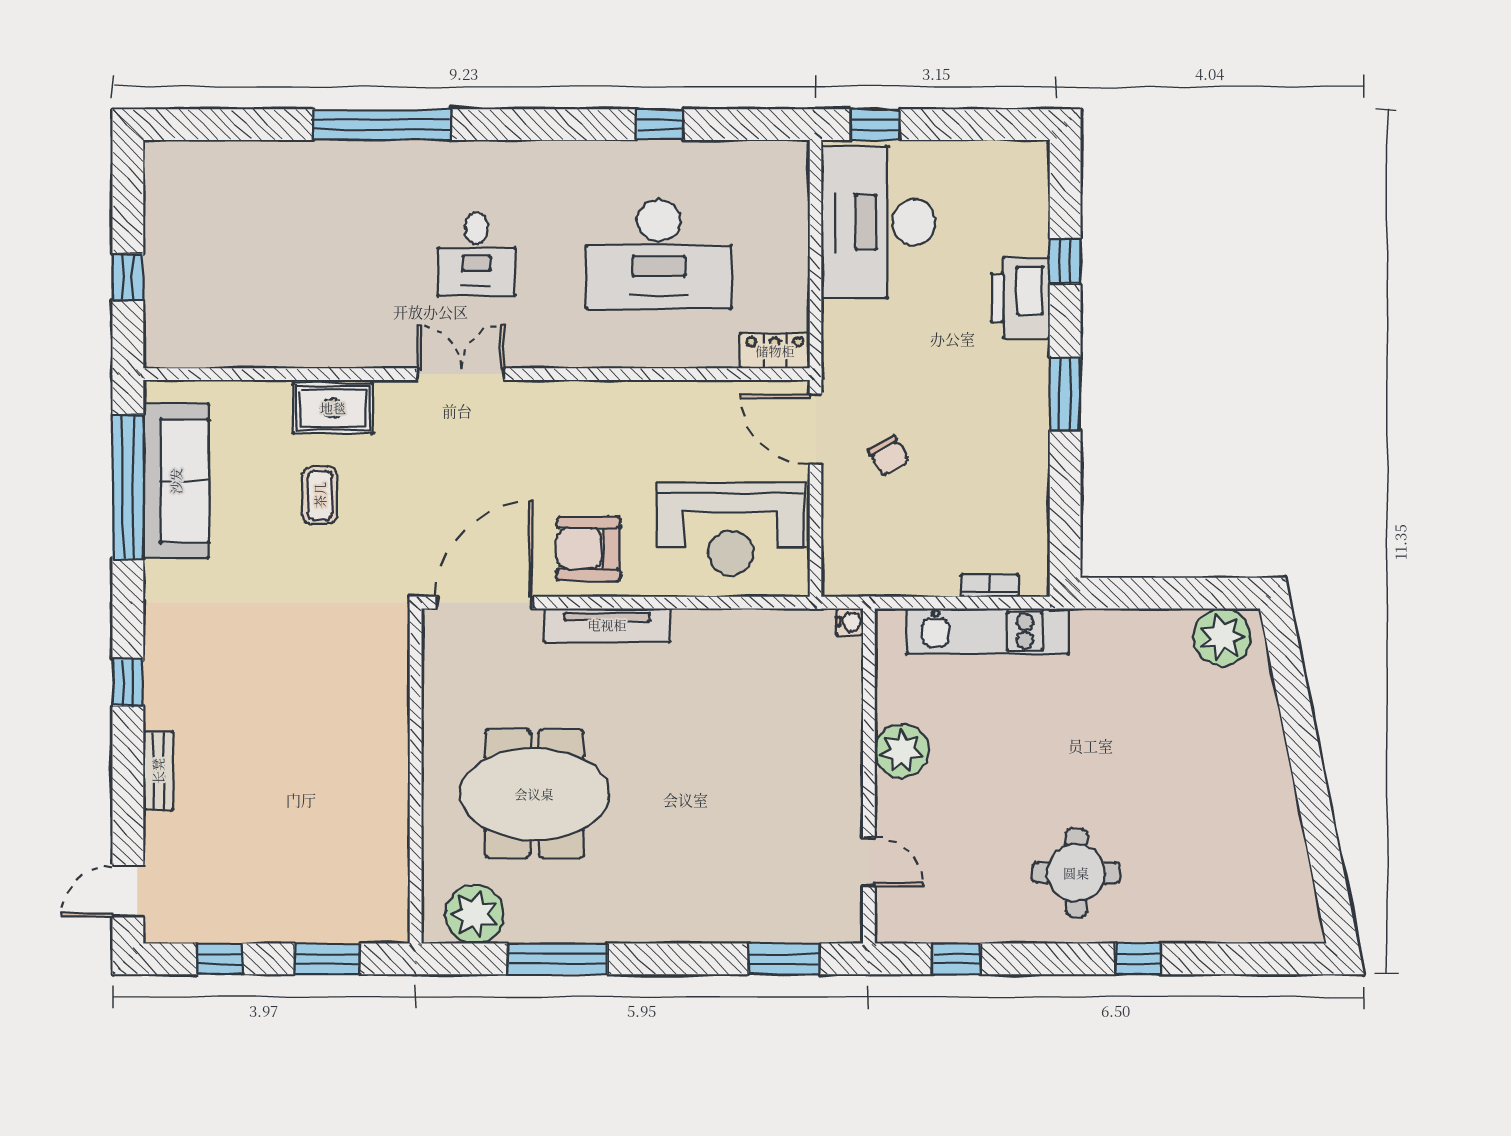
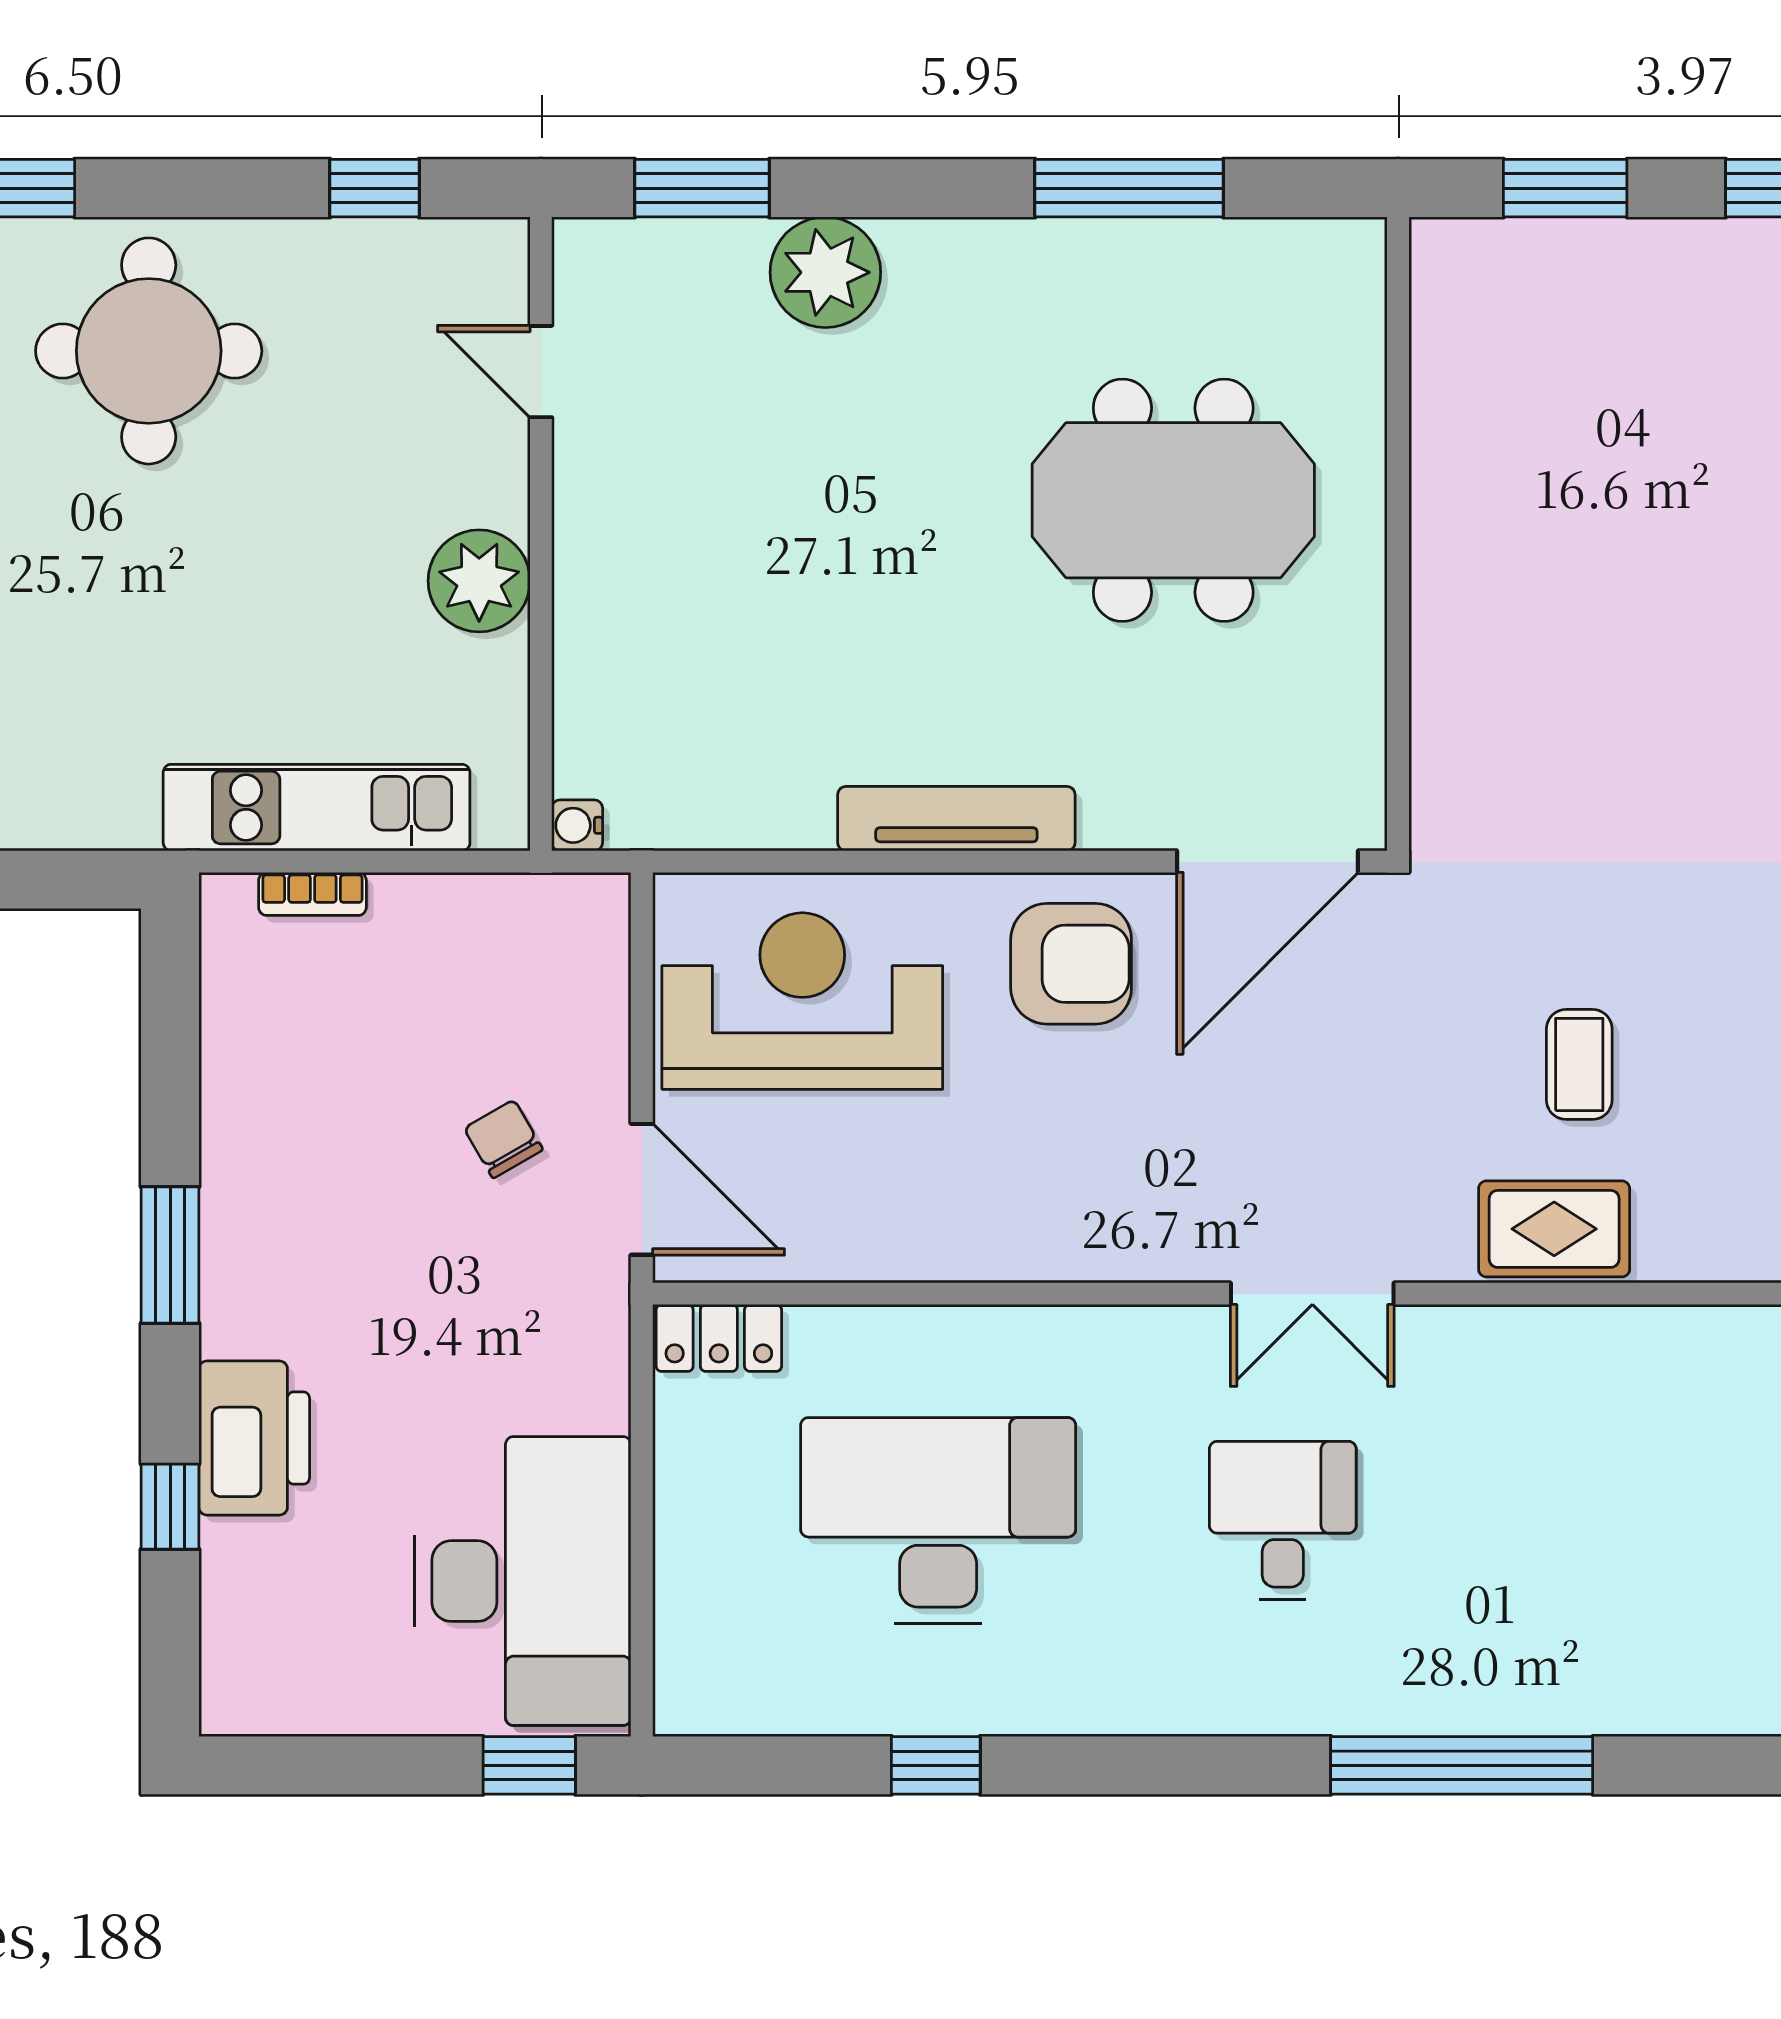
tv unit: (607, 625) -> (956, 819), moved
round table: (1076, 873) -> (149, 351), width x1.36, depth x1.36
plant: (475, 914) -> (825, 272), moved

